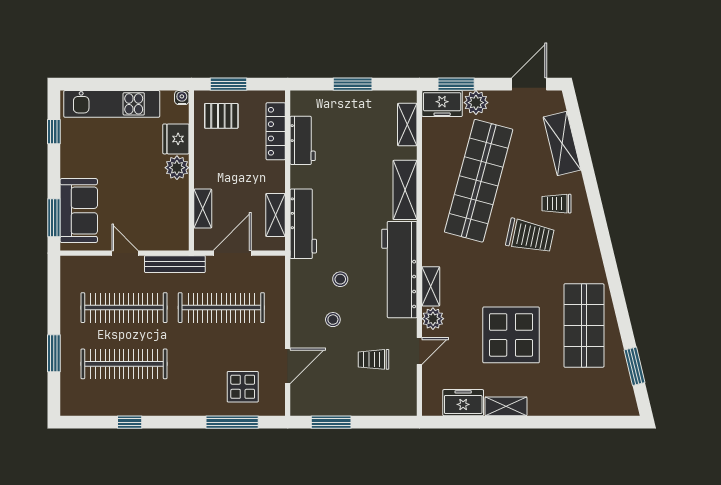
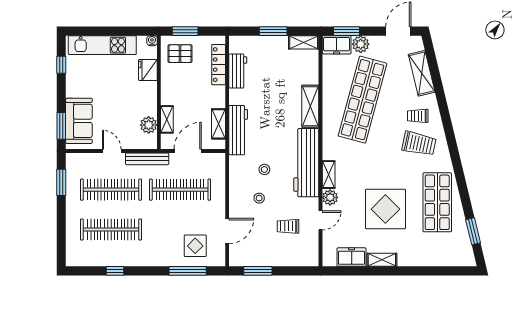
shelving: (407, 125) -> (304, 42), moved, turned 90
plant: (177, 168) -> (149, 125), moved
trolley: (530, 236) -> (419, 144), moved
window: (54, 353) -> (61, 182), moved

